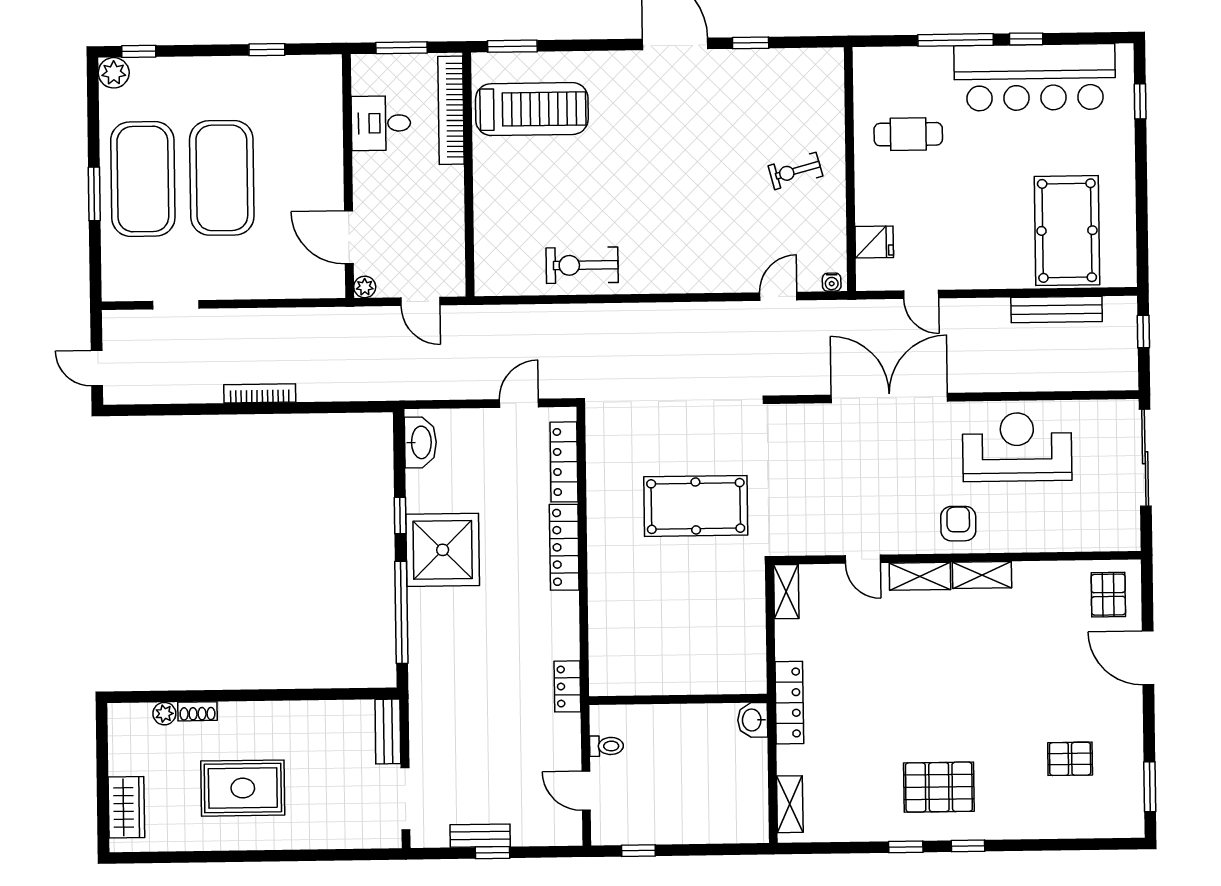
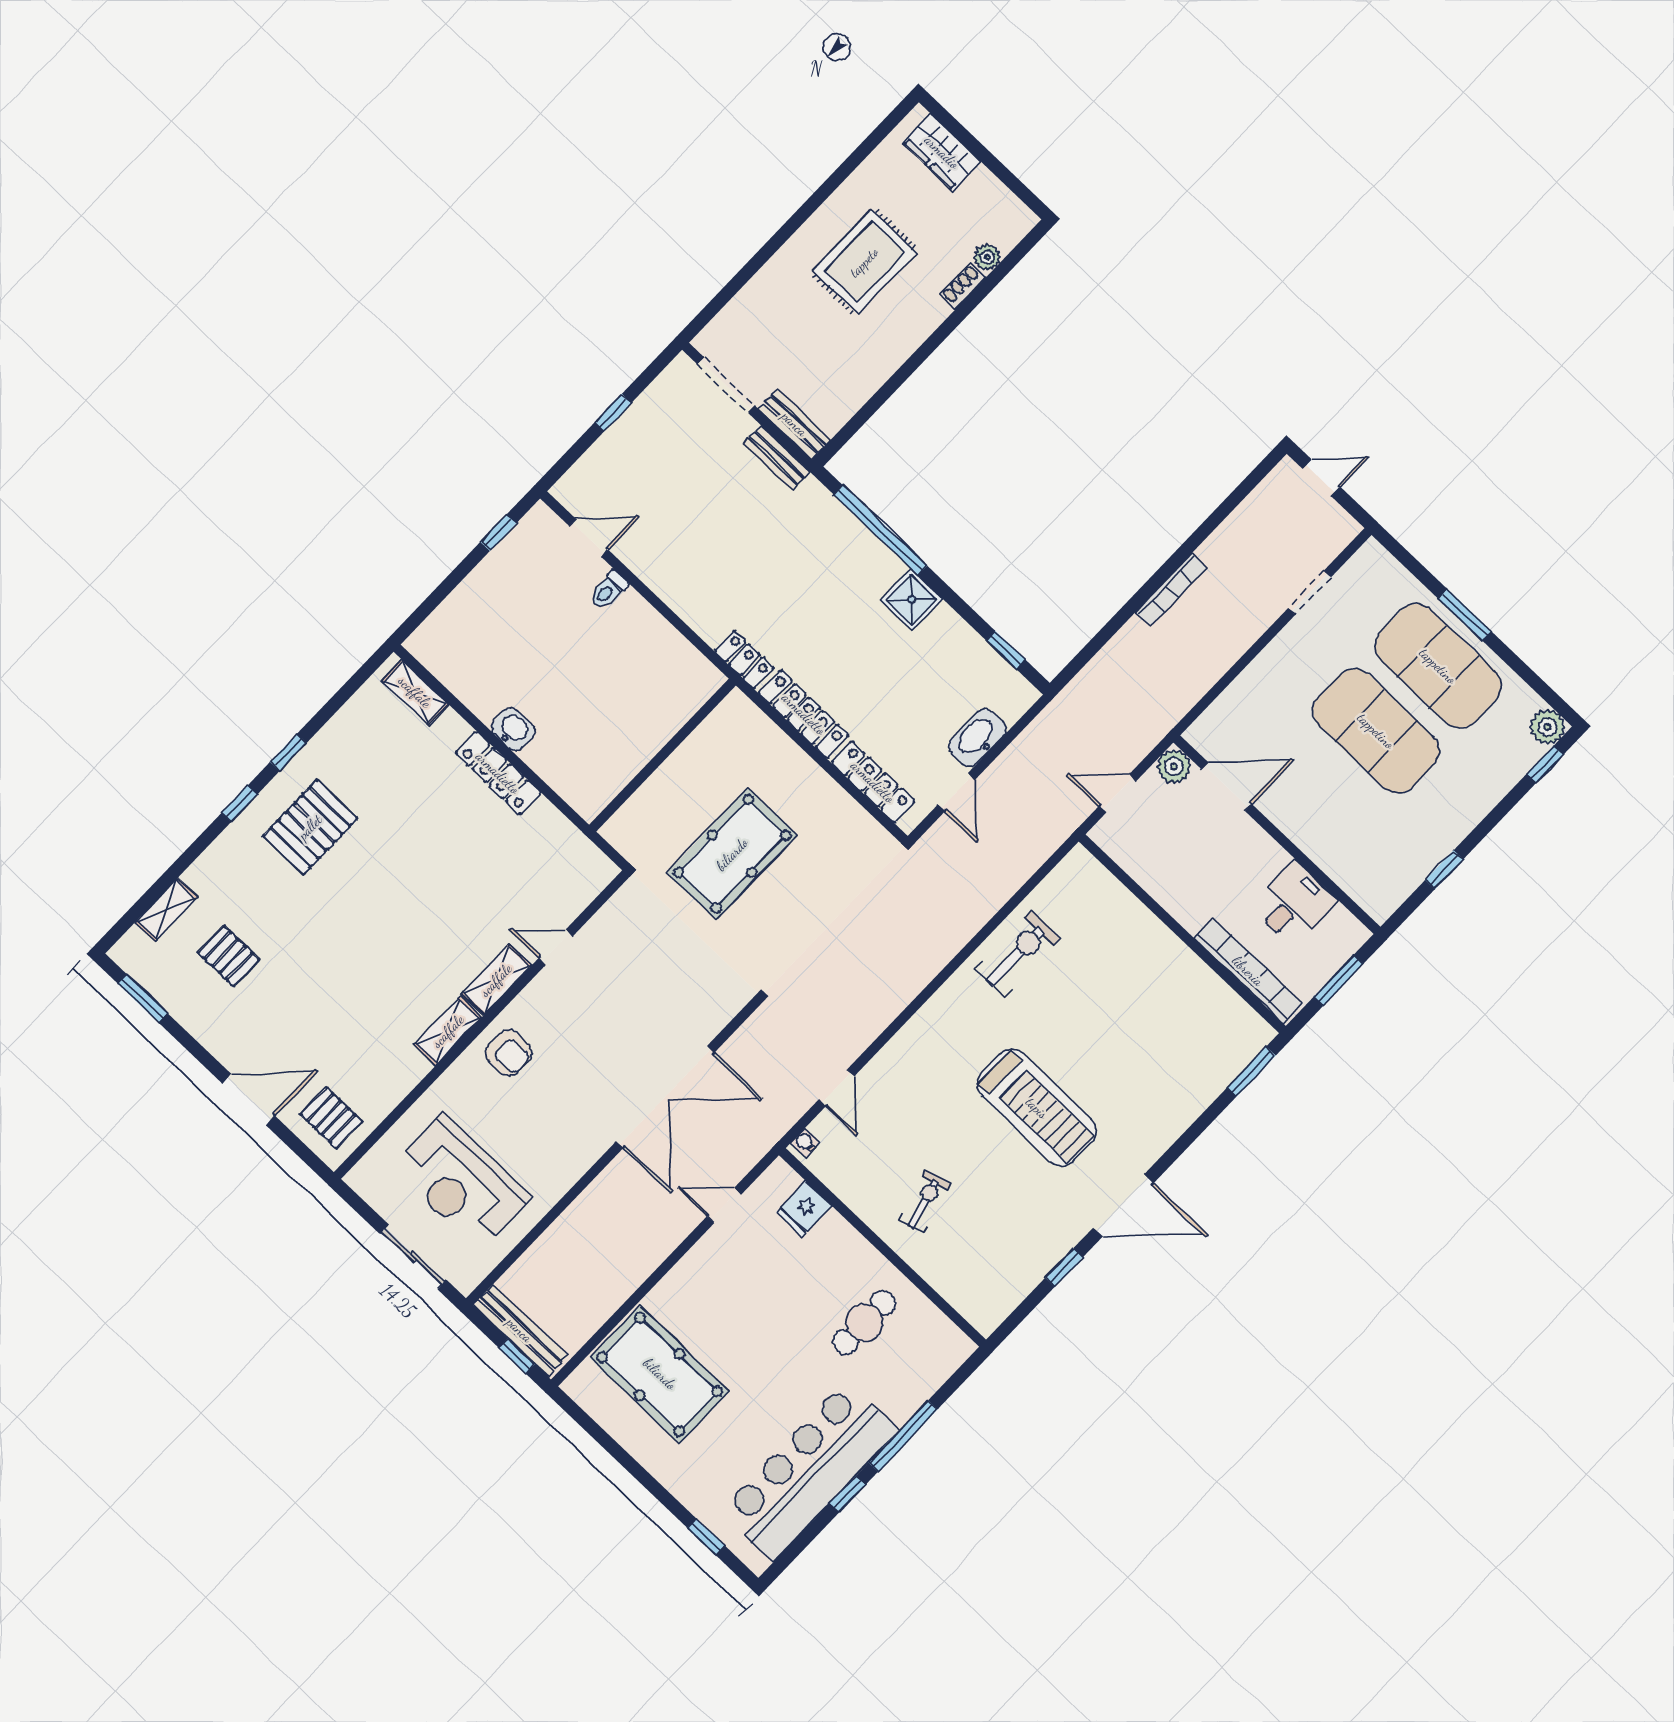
treadmill: (532, 109) -> (1037, 1108), moved, turned -90
plant: (365, 287) -> (1174, 766), width x1.38, depth x1.38
bench: (1057, 309) -> (520, 1330), moved, turned 90
washbasin: (420, 442) -> (977, 738), moved, turned 90
reception desk: (1017, 447) -> (461, 1182), moved, turned 90
sliding door: (1145, 458) -> (413, 1257), width x0.73
window: (400, 516) -> (1006, 650), moved
shower: (443, 550) -> (912, 600), width x0.54, depth x0.54
shelving: (786, 592) -> (166, 910), moved, turned 90
locker: (567, 686) -> (744, 660), moved
wall: (678, 699) -> (662, 755), moved
pallet: (1070, 759) -> (229, 956), turned 90
bench: (480, 836) -> (776, 458), moved, turned 90

